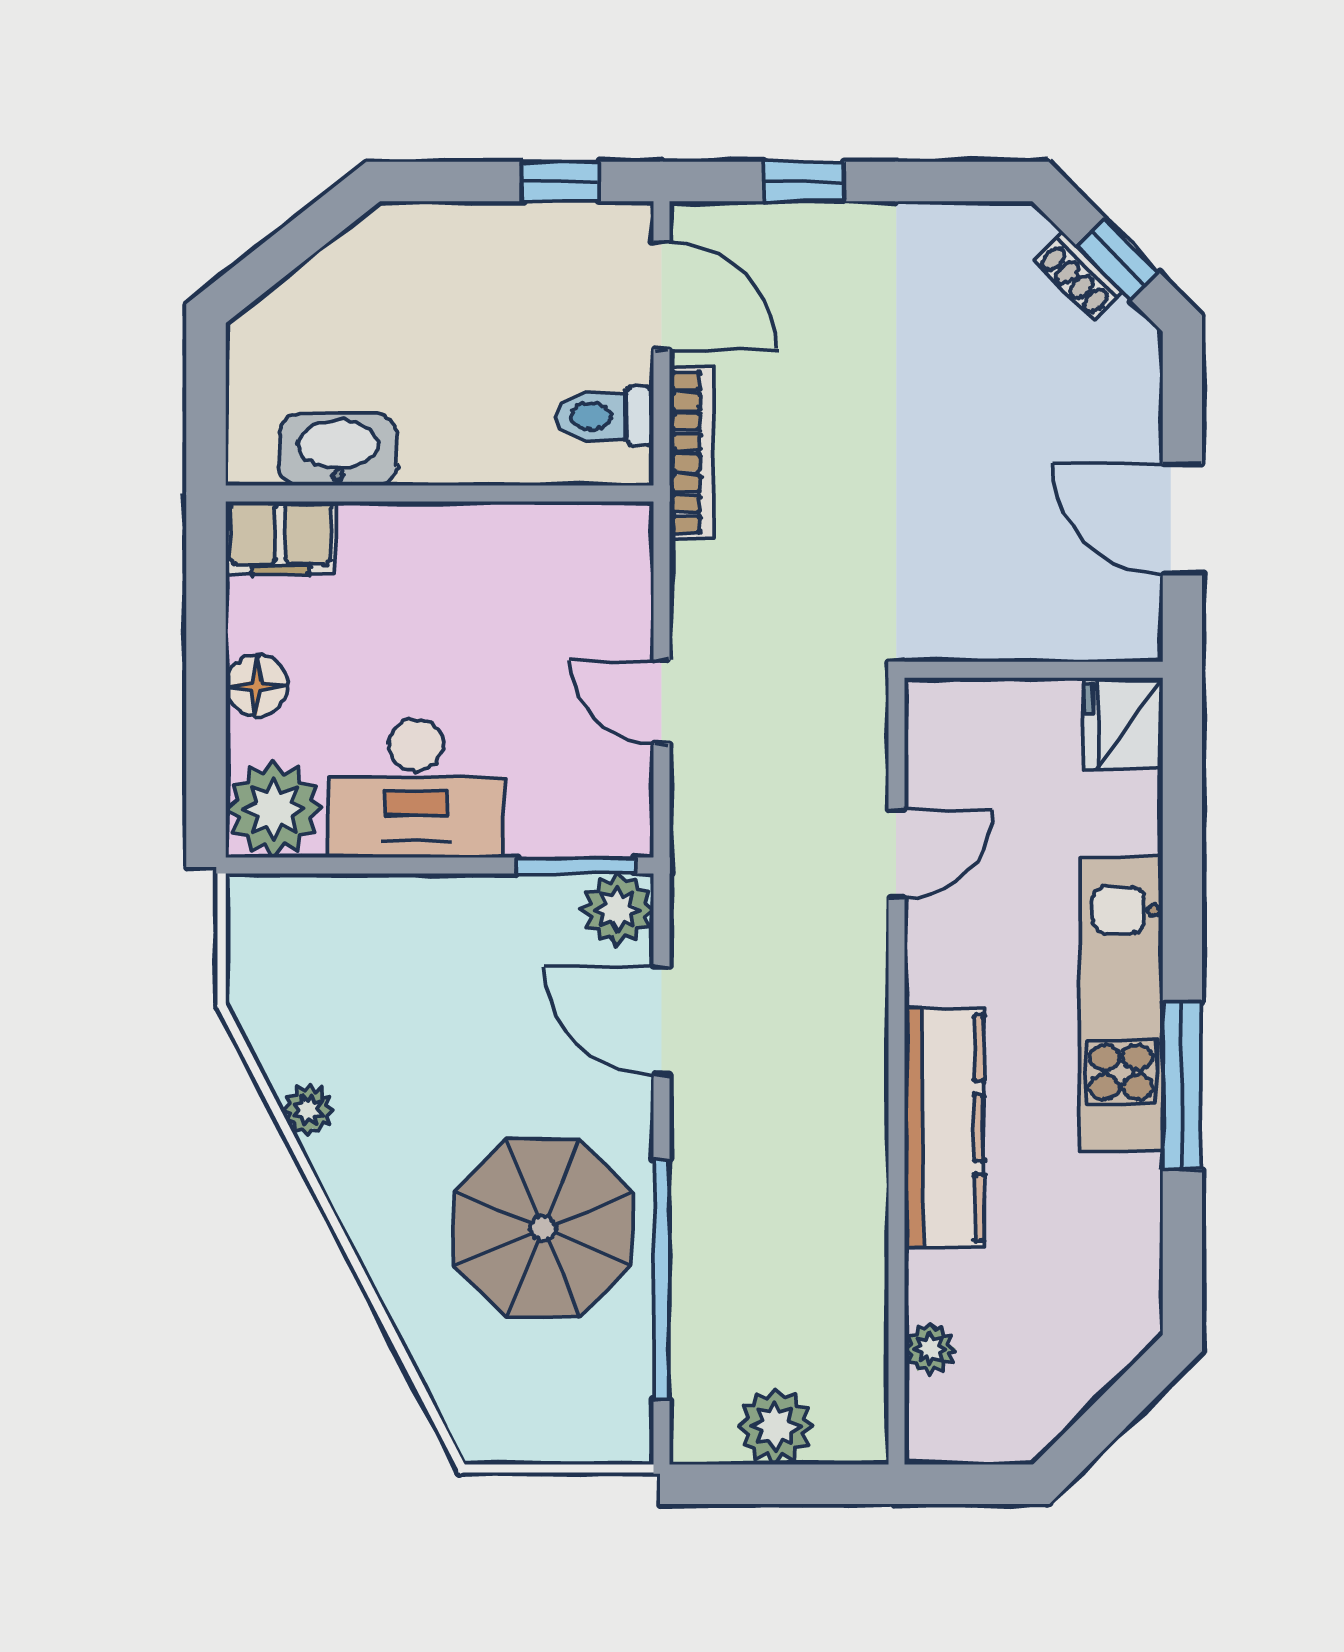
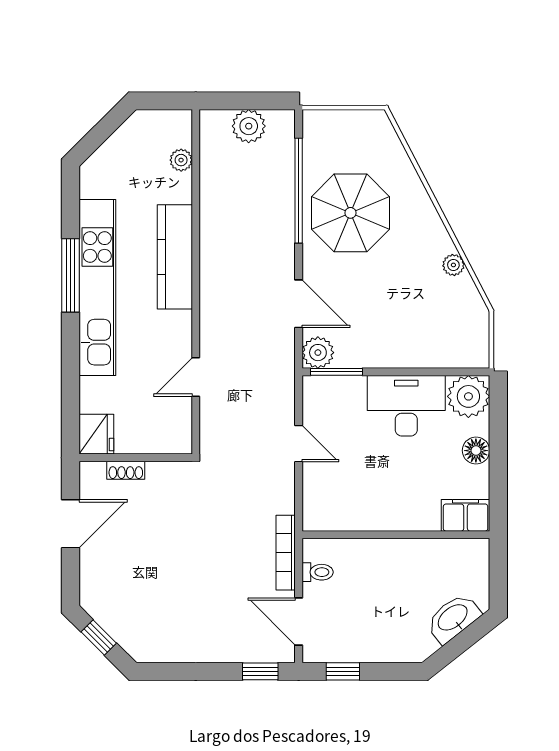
window: (805, 181) -> (260, 671), moved
shoe rack: (1078, 276) -> (126, 470), moved, turned 135
toilet: (605, 416) -> (318, 572), width x0.73, depth x0.72
washbasin: (338, 450) -> (453, 618), moved, turned 142
door: (1182, 519) -> (71, 524), hinge flipped
kitchen unit: (1121, 1004) -> (97, 288), width x1.36

